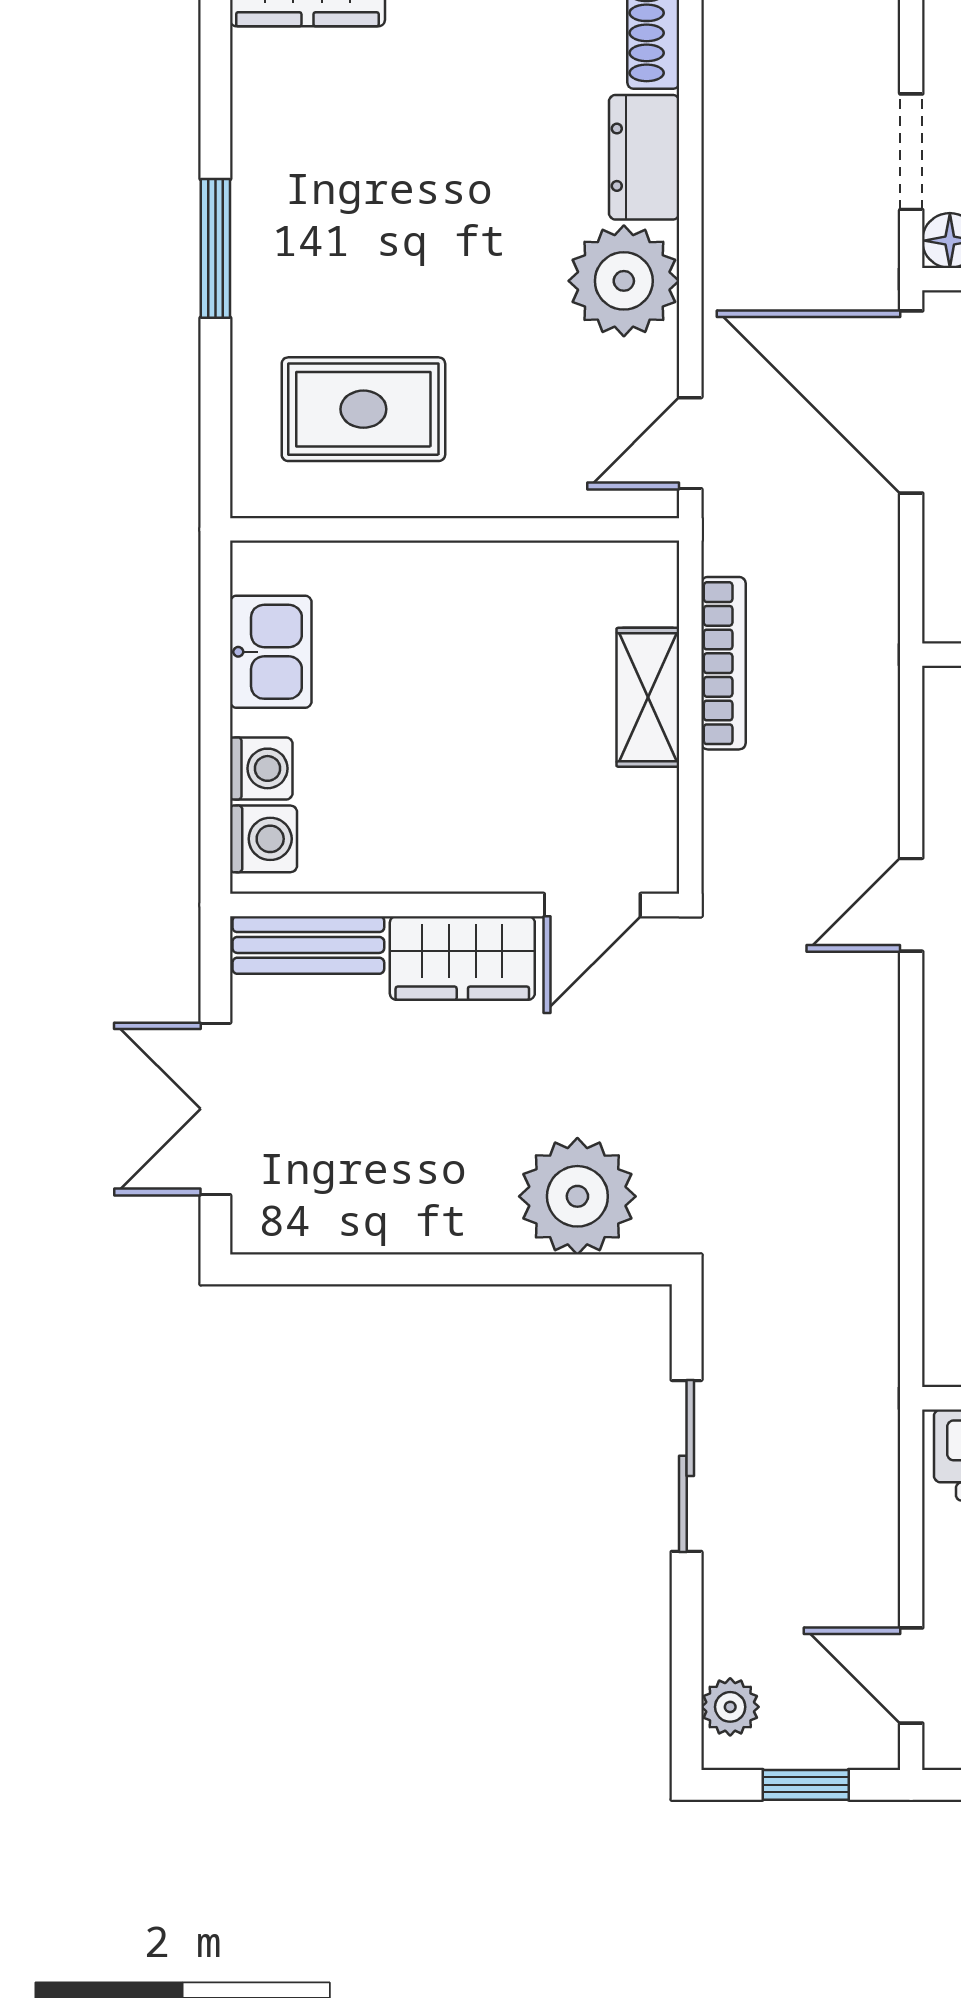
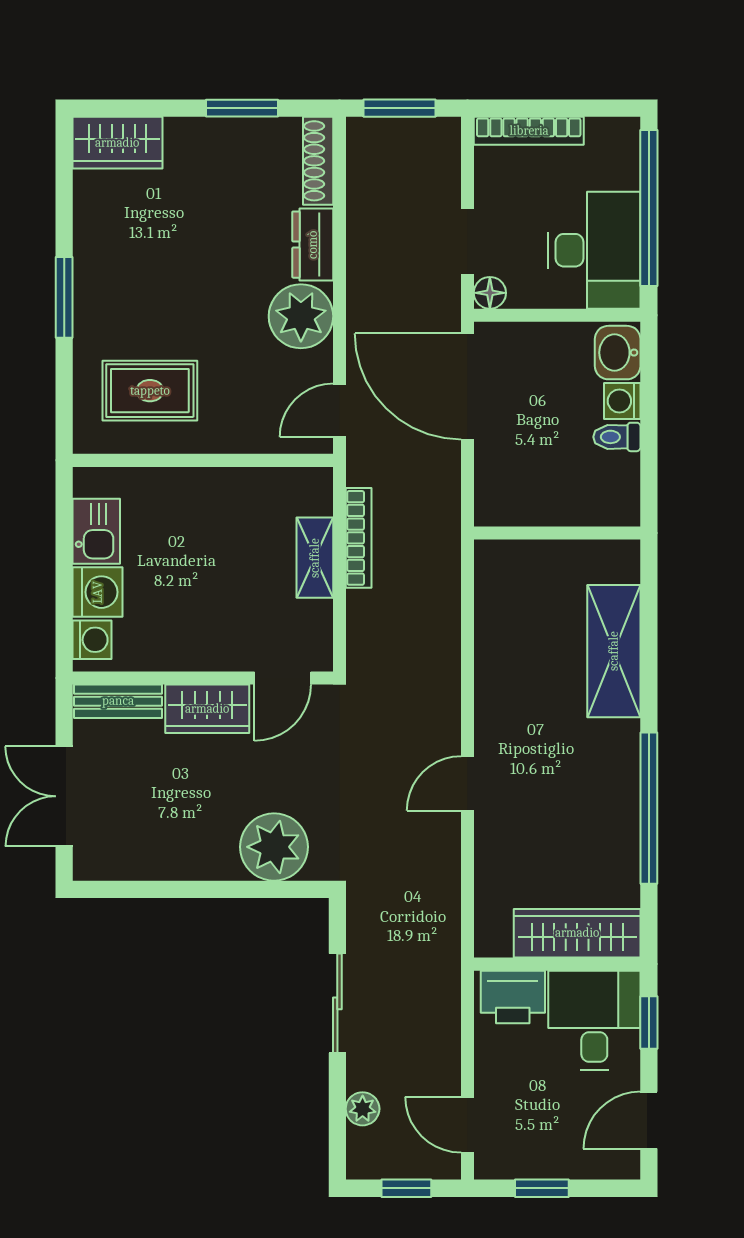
washing machine: (261, 768) -> (98, 592), width x1.38, depth x1.38
door: (911, 905) -> (468, 783), moved
plant: (730, 1707) -> (363, 1109), moved

